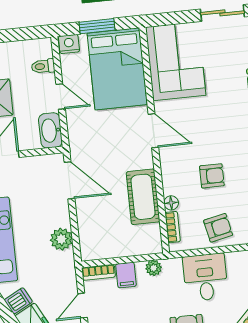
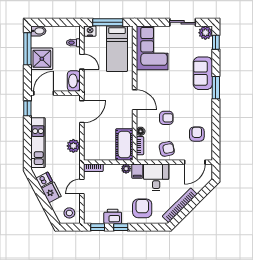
window: (97, 26) -> (108, 22), width x1.44
bed: (117, 69) -> (117, 49), width x0.67
door: (153, 131) -> (135, 100), moved
door: (69, 180) -> (82, 112), hinge flipped
cot: (143, 197) -> (124, 144), moved
filing cabinet: (126, 275) -> (137, 171), moved

